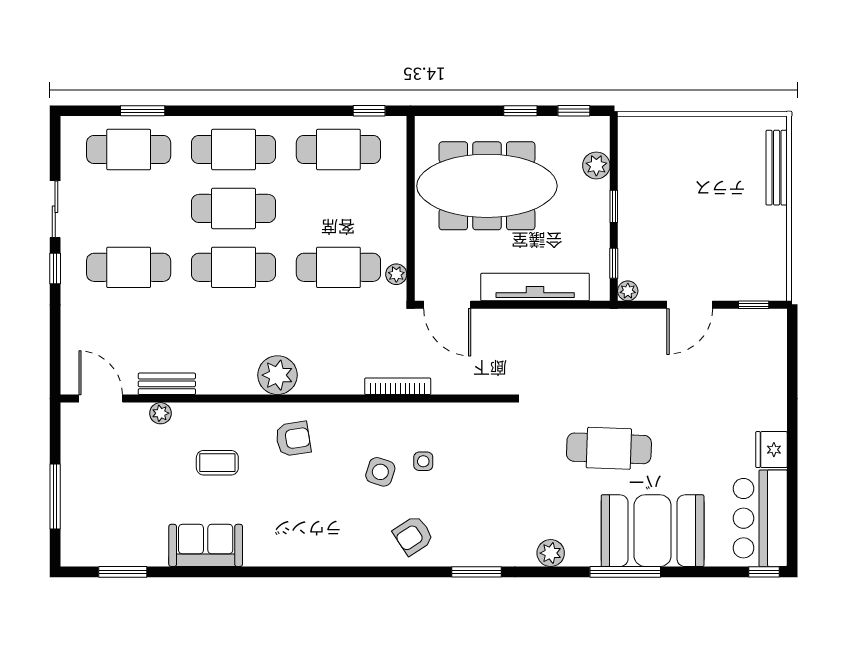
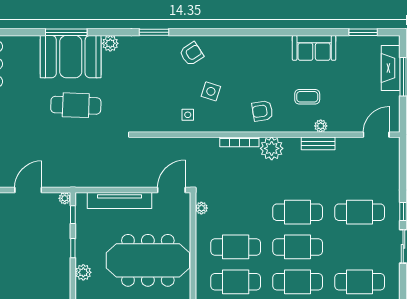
cafe table: (338, 267) -> (236, 247), moved
door: (447, 305) -> (171, 190), hinge flipped
bench: (167, 384) -> (318, 143), moved
bookcase: (398, 386) -> (239, 142), moved
door: (101, 399) -> (376, 135), swing flipped
plant: (160, 413) -> (321, 126), moved
side table: (423, 461) -> (188, 115), moved
fireplace: (76, 511) -> (391, 68), added
booth: (653, 531) -> (71, 57), moved

